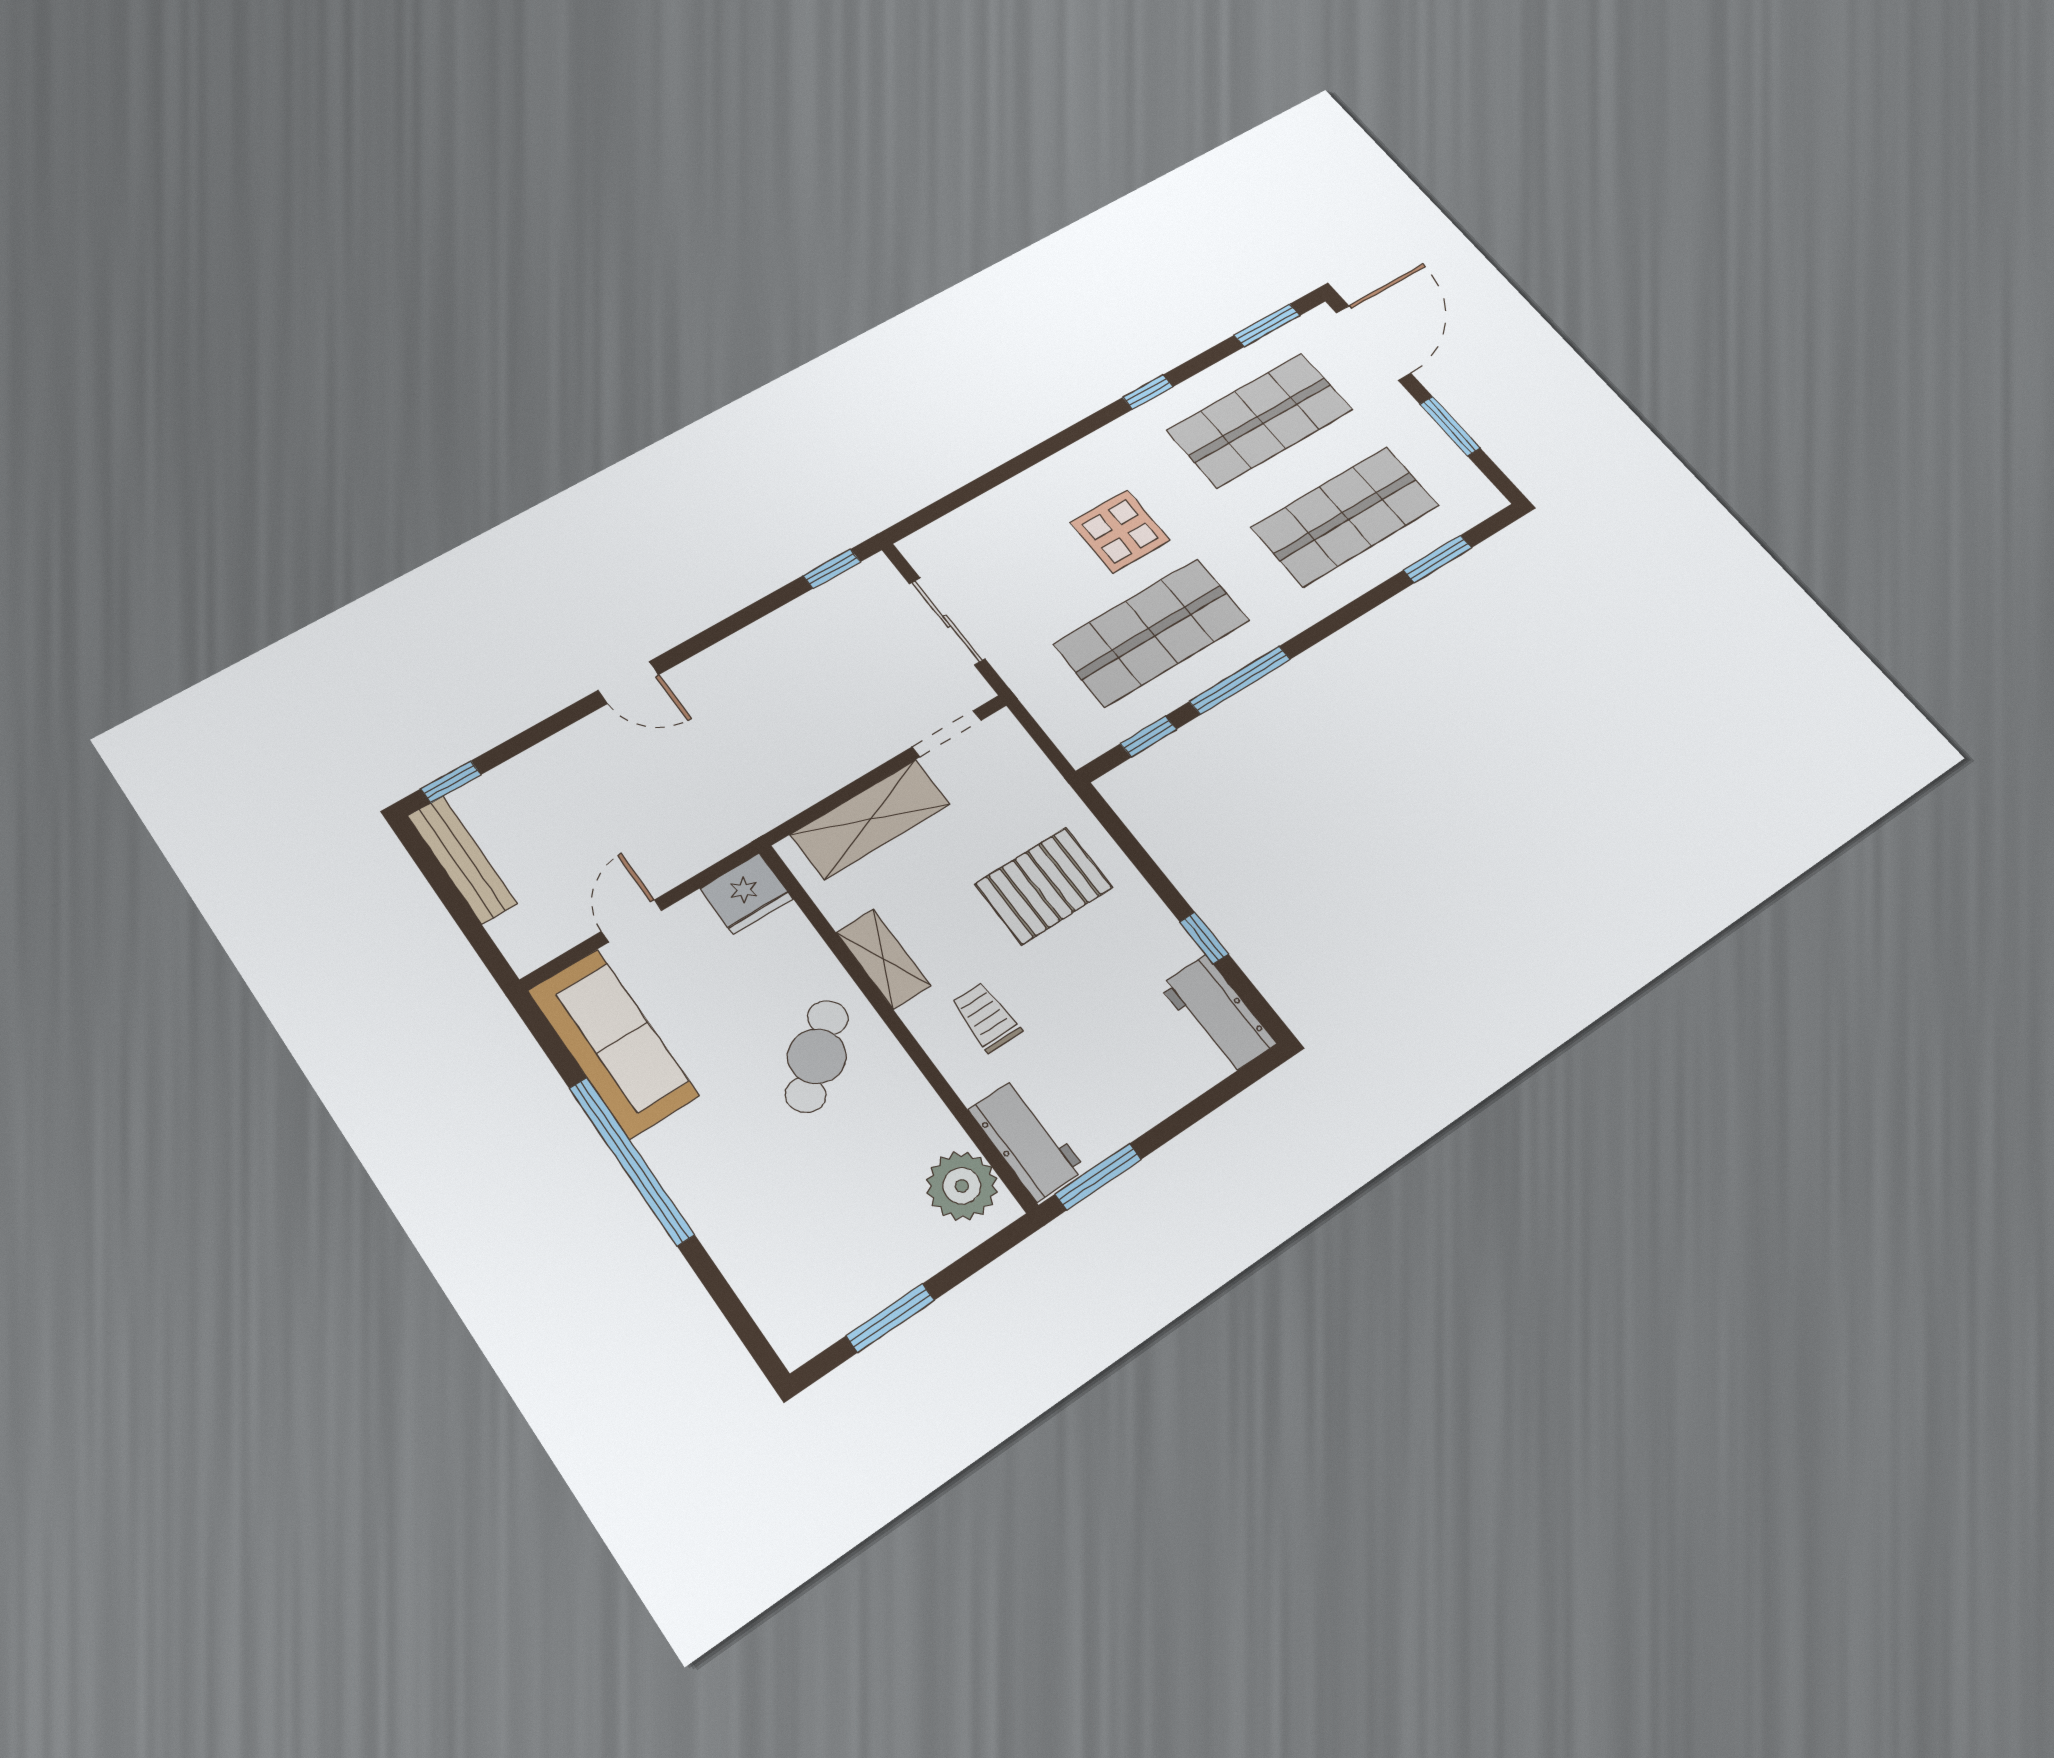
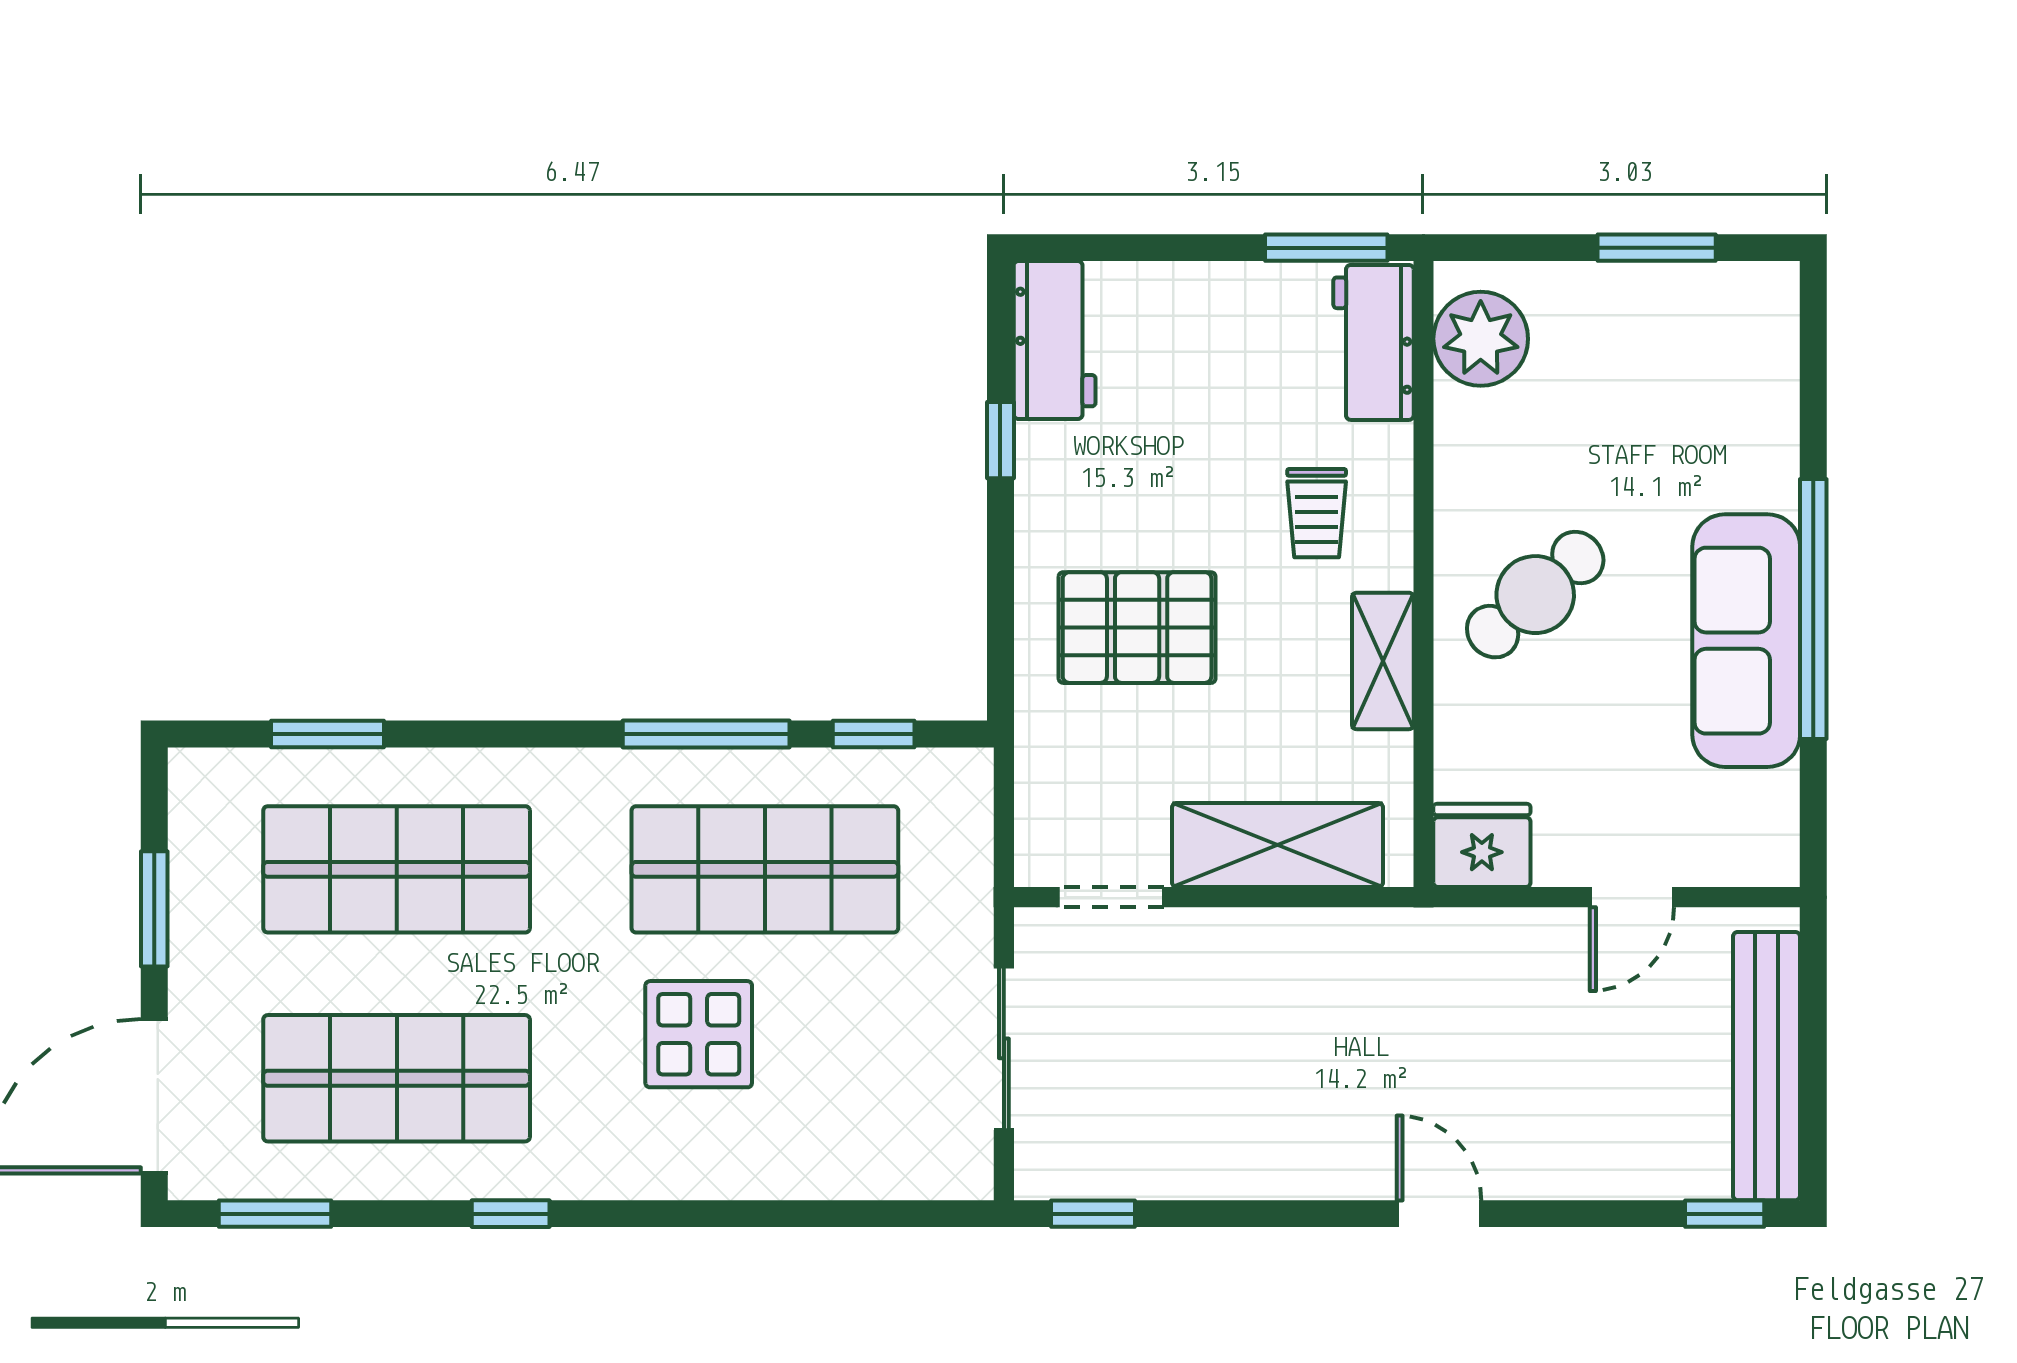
bench: (462, 860) -> (1767, 1066), width x1.37, depth x1.21
sofa: (613, 1043) -> (1746, 641), moved

